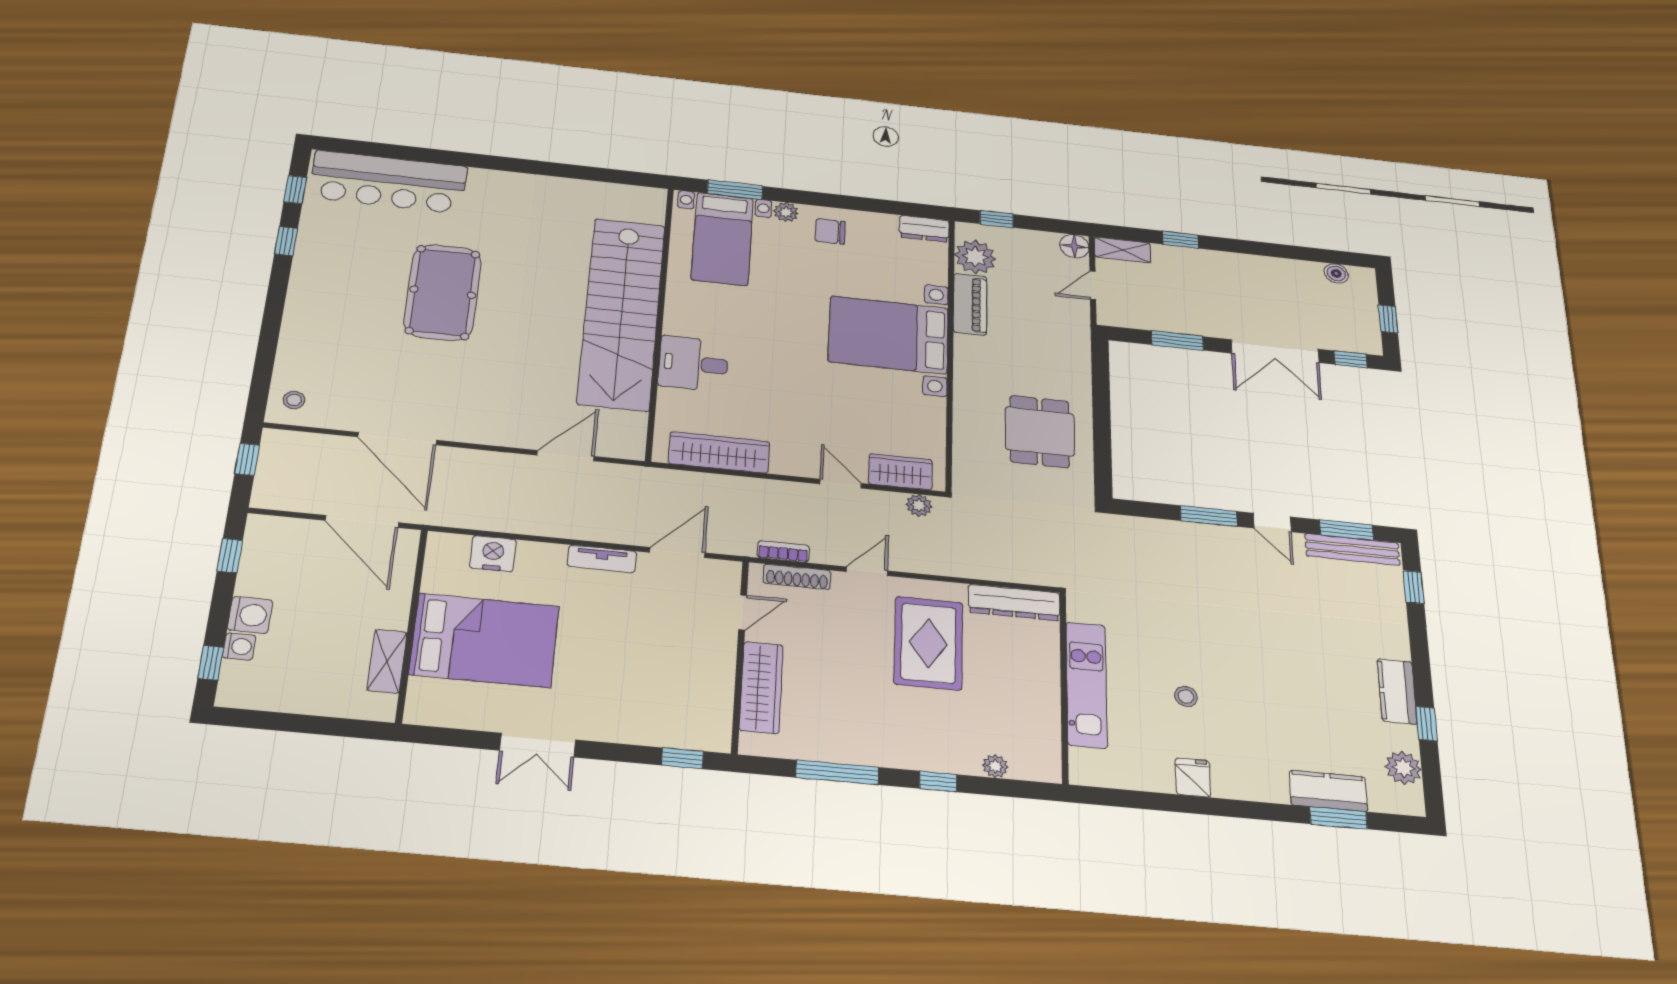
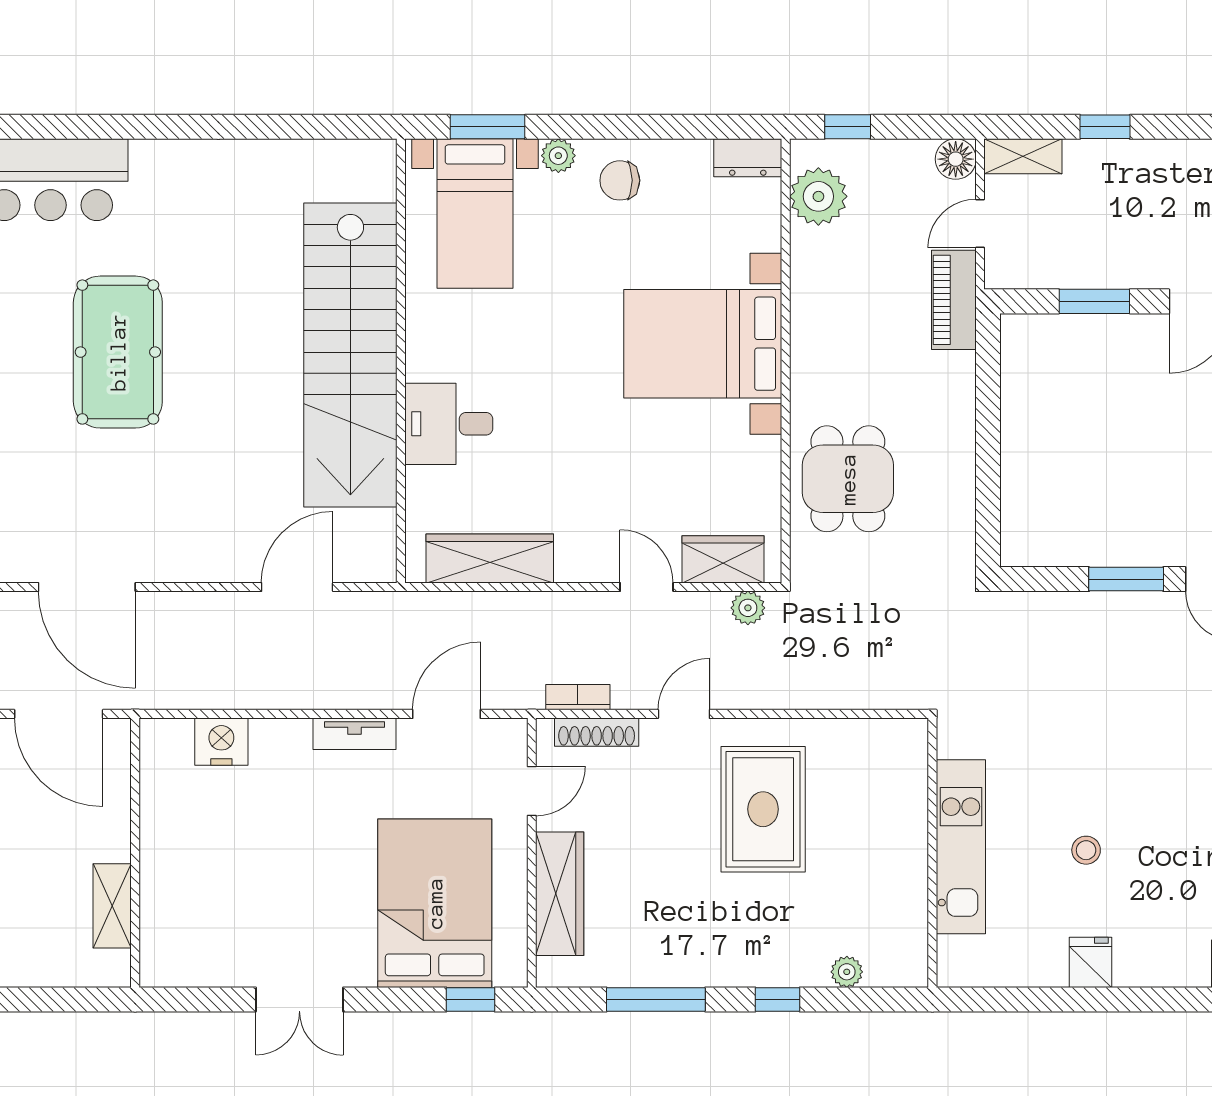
piano: (970, 304) -> (954, 300), moved, turned 180
dining table: (1040, 432) -> (848, 479), moved
dresser: (1014, 602) -> (870, 739), removed
bed: (484, 640) -> (435, 903), moved, turned -90

